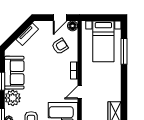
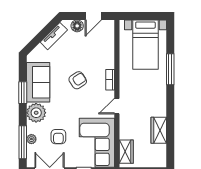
floor lamp: (73, 26) -> (77, 26), moved
armchair: (60, 46) -> (78, 80), moved
window: (124, 51) -> (170, 69), moved

